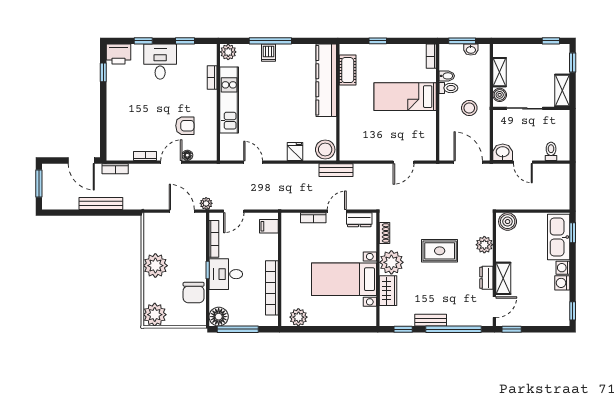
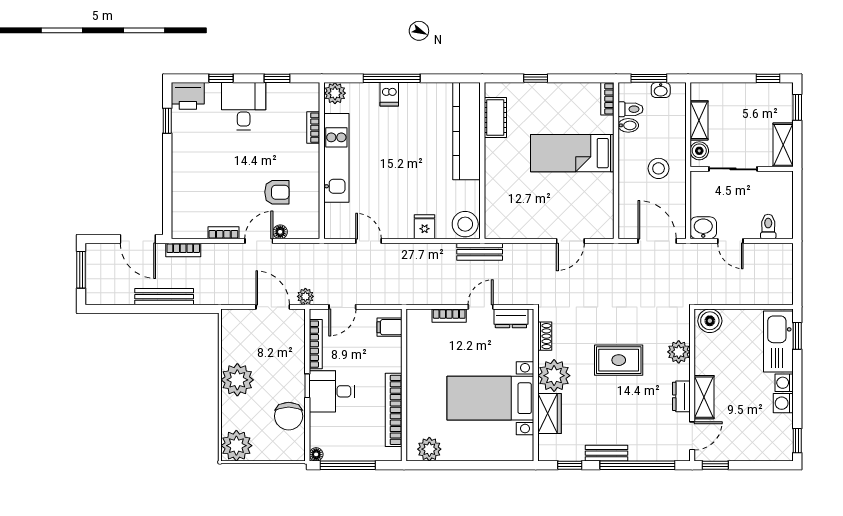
toilet: (448, 88) -> (631, 109), moved
floor lamp: (219, 317) -> (316, 454), width x0.53, depth x0.53

